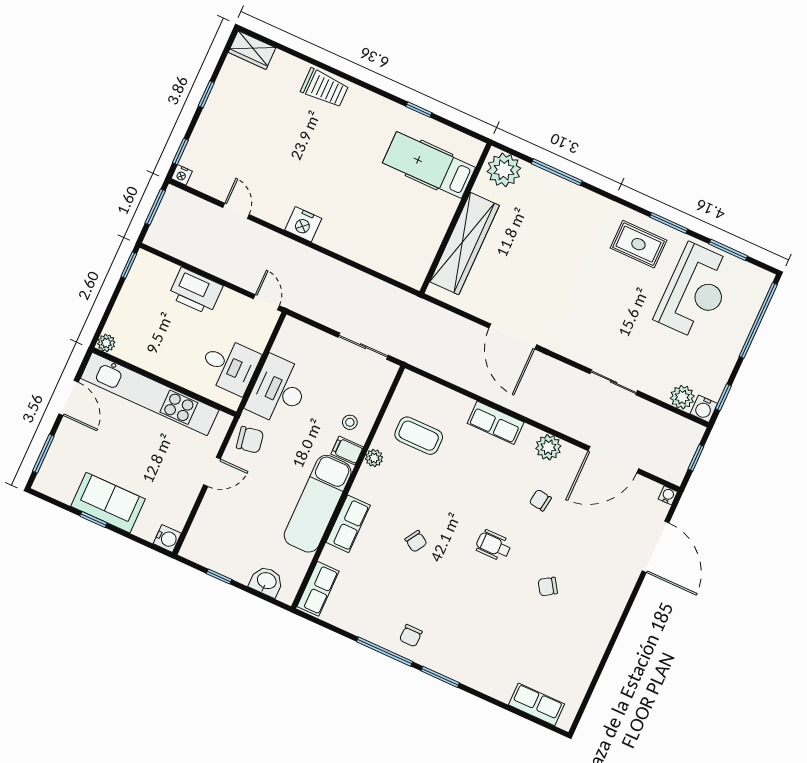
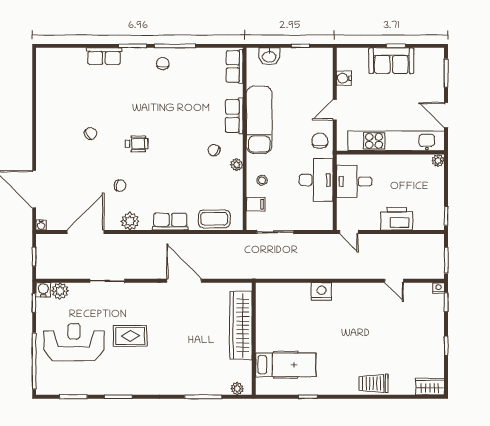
plant: (504, 170) -> (237, 389), width x0.53, depth x0.53
nightstand: (303, 224) -> (322, 292), moved
rug: (638, 244) -> (130, 336), moved
reception desk: (695, 291) -> (74, 342), moved, turned 90
coffee table: (419, 436) -> (214, 219), moved
chair: (250, 440) -> (320, 141), turned 100
filing cabinet: (347, 451) -> (256, 204), moved
water cooler: (167, 538) -> (344, 78), moved
chair: (416, 541) -> (214, 150), moved
row of seats: (537, 704) -> (104, 56), moved

